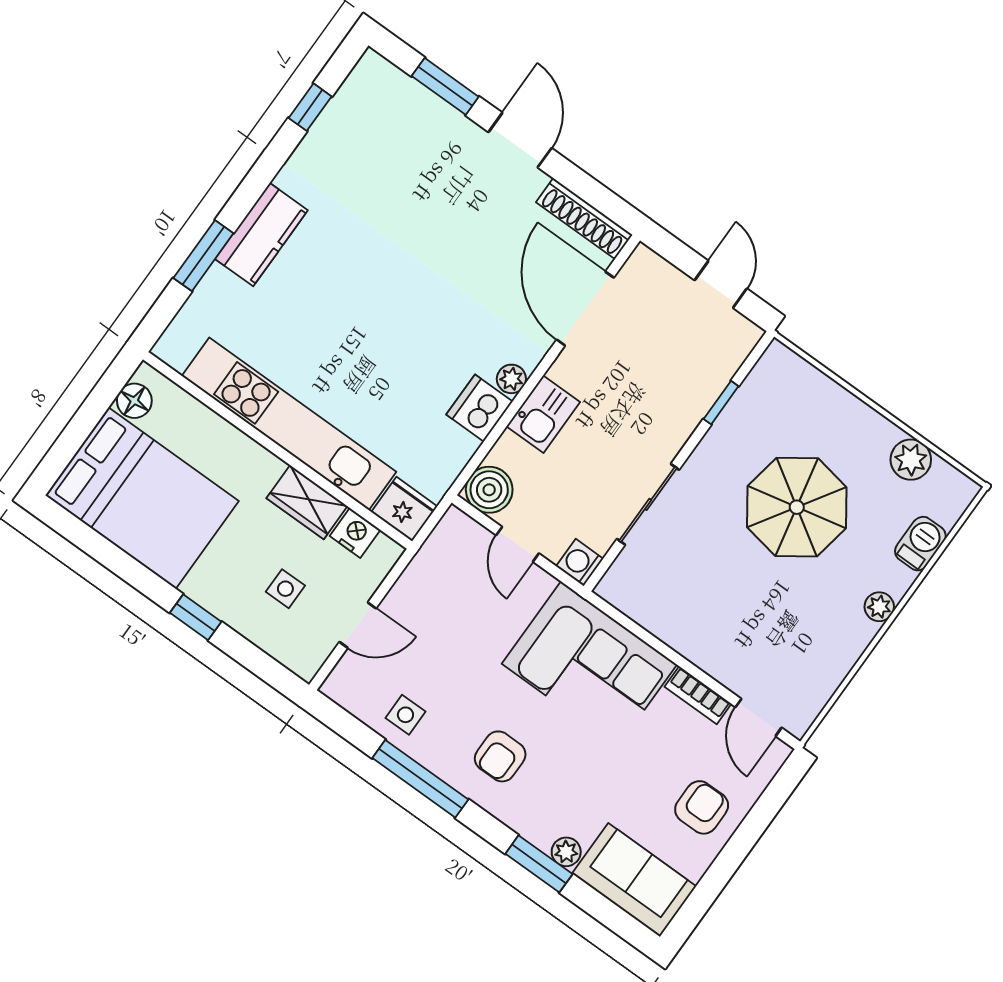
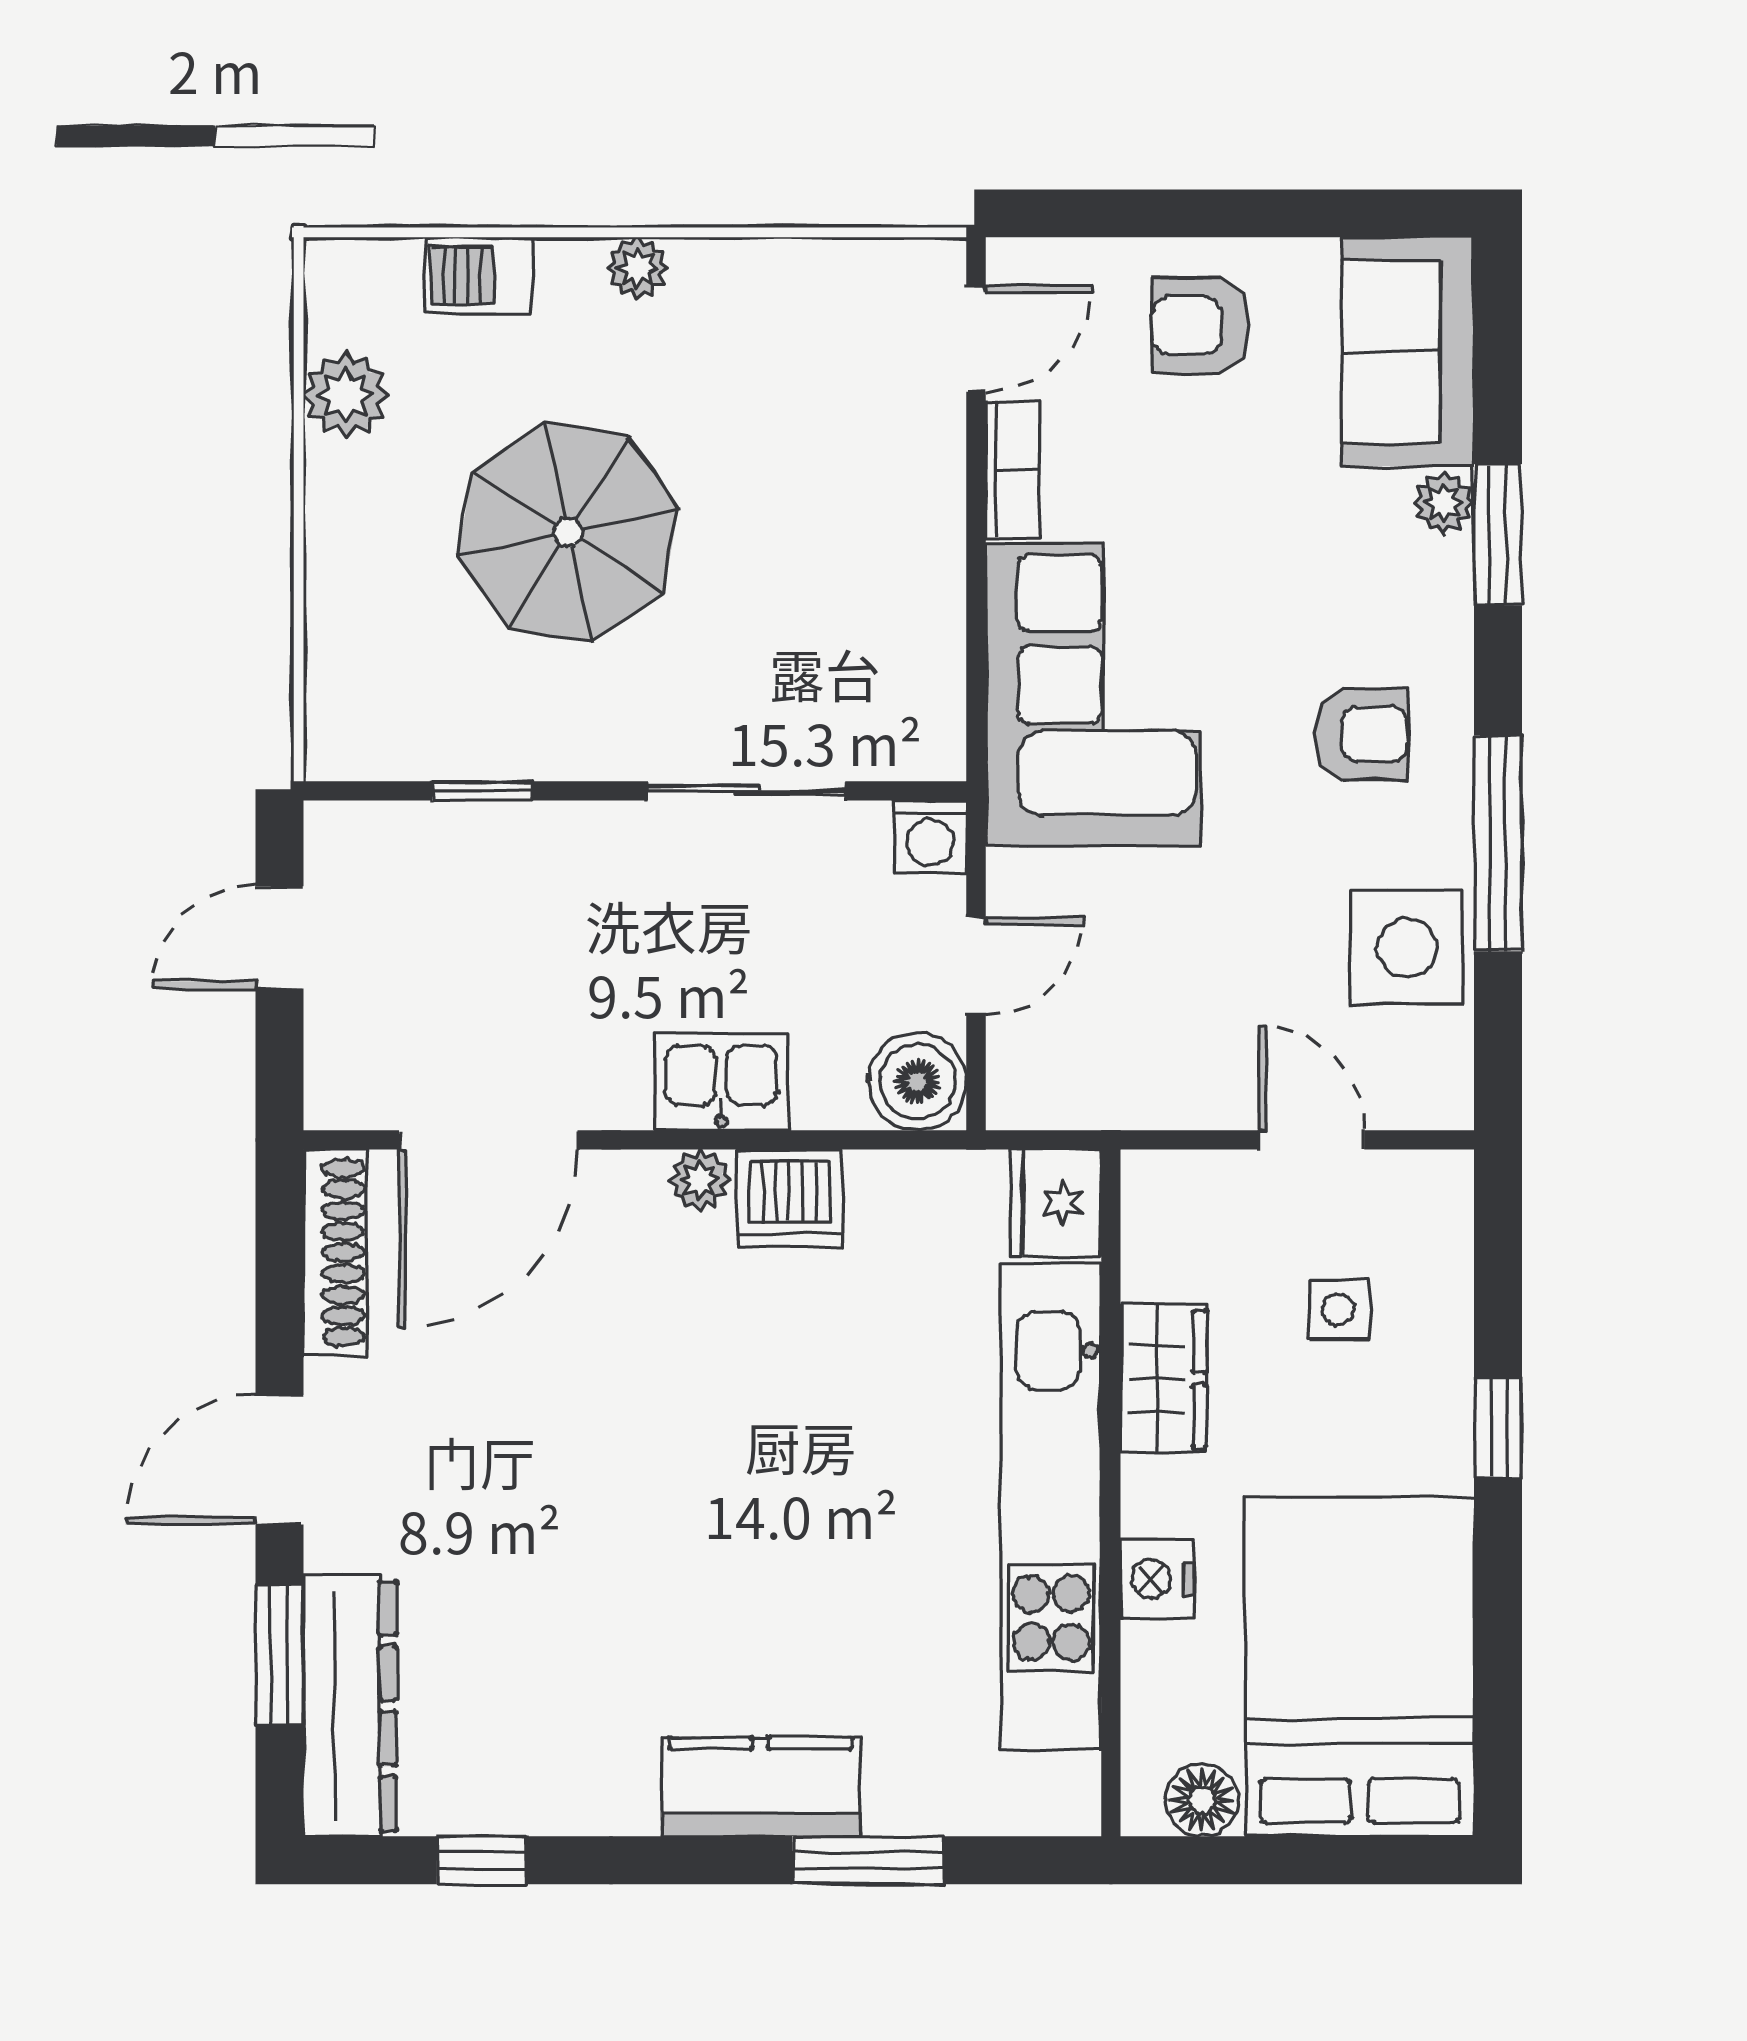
dresser: (406, 99) -> (350, 1706), added
nightstand: (355, 533) -> (1157, 1579), moved
side table: (405, 715) -> (1407, 948), width x1.87, depth x1.87

